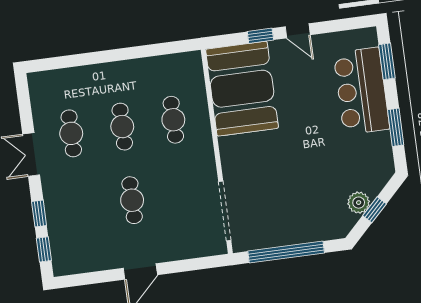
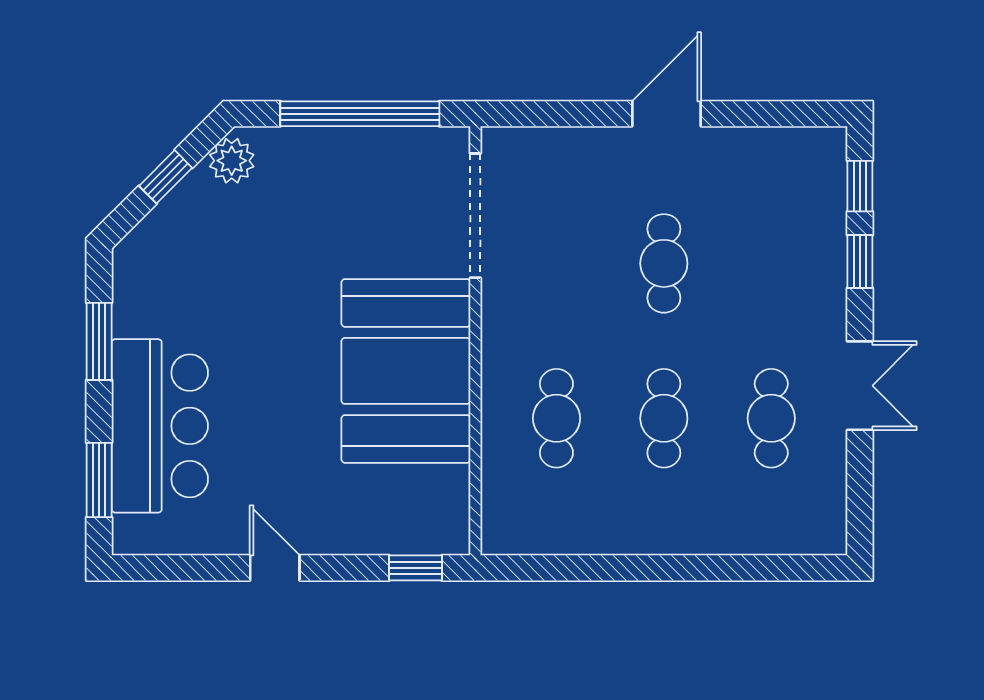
window: (260, 36) -> (415, 568), moved
booth: (242, 89) -> (406, 371), moved
plant: (359, 203) -> (232, 161), moved

